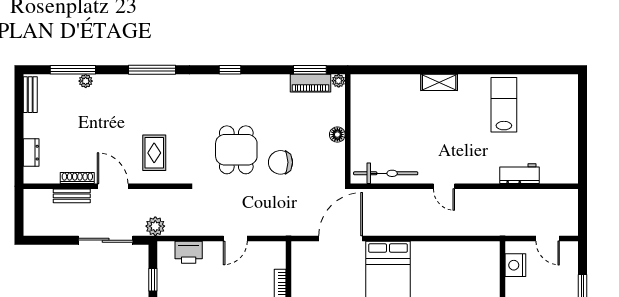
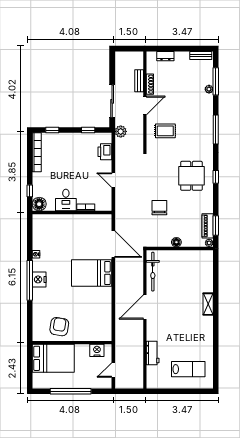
lab bench: (504, 105) -> (188, 369), moved
dining table: (236, 150) -> (191, 176), moved, turned 90
door: (444, 186) -> (145, 307), width x1.87

